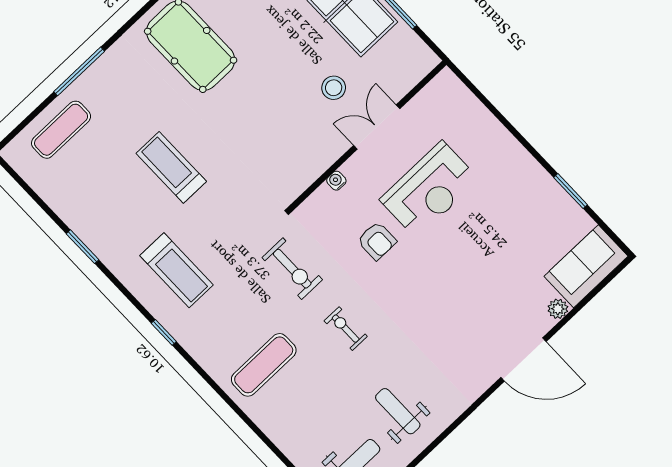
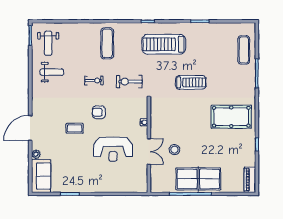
treadmill: (171, 167) -> (191, 82), moved
reception desk: (429, 190) -> (113, 149), turned -90
armchair: (377, 241) -> (99, 112), moved
treadmill: (177, 270) -> (164, 44), width x1.37, depth x1.38
coffee table: (455, 286) -> (75, 128), added

